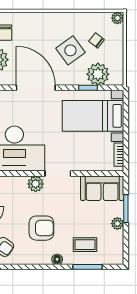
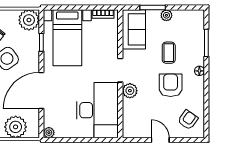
plant: (98, 74) -> (29, 20), moved
coffee table: (85, 245) -> (169, 53), moved

